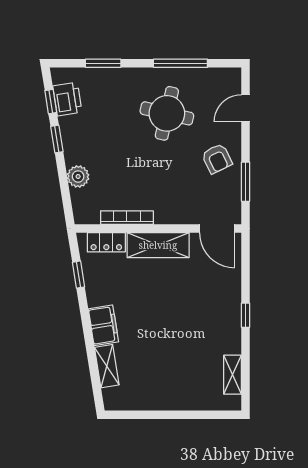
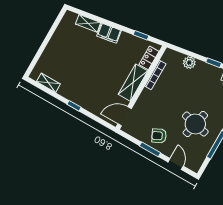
window: (245, 182) -> (150, 149), moved

